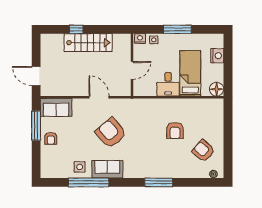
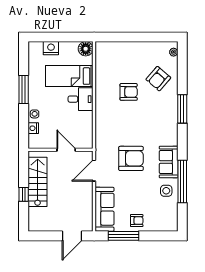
wall: (132, 65) -> (61, 150), moved
door: (132, 70) -> (66, 150), moved
sofa: (56, 107) -> (105, 209), width x1.36
armchair: (111, 133) -> (131, 158), turned -140
armchair: (203, 151) -> (158, 79), moved

